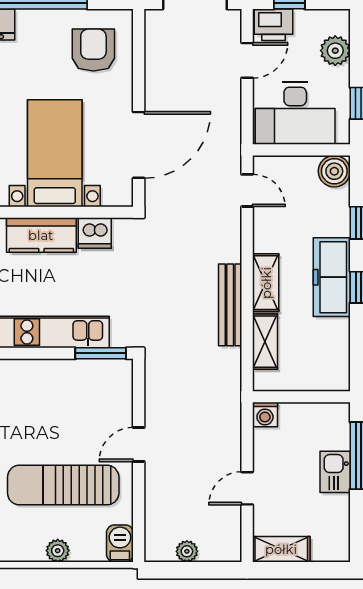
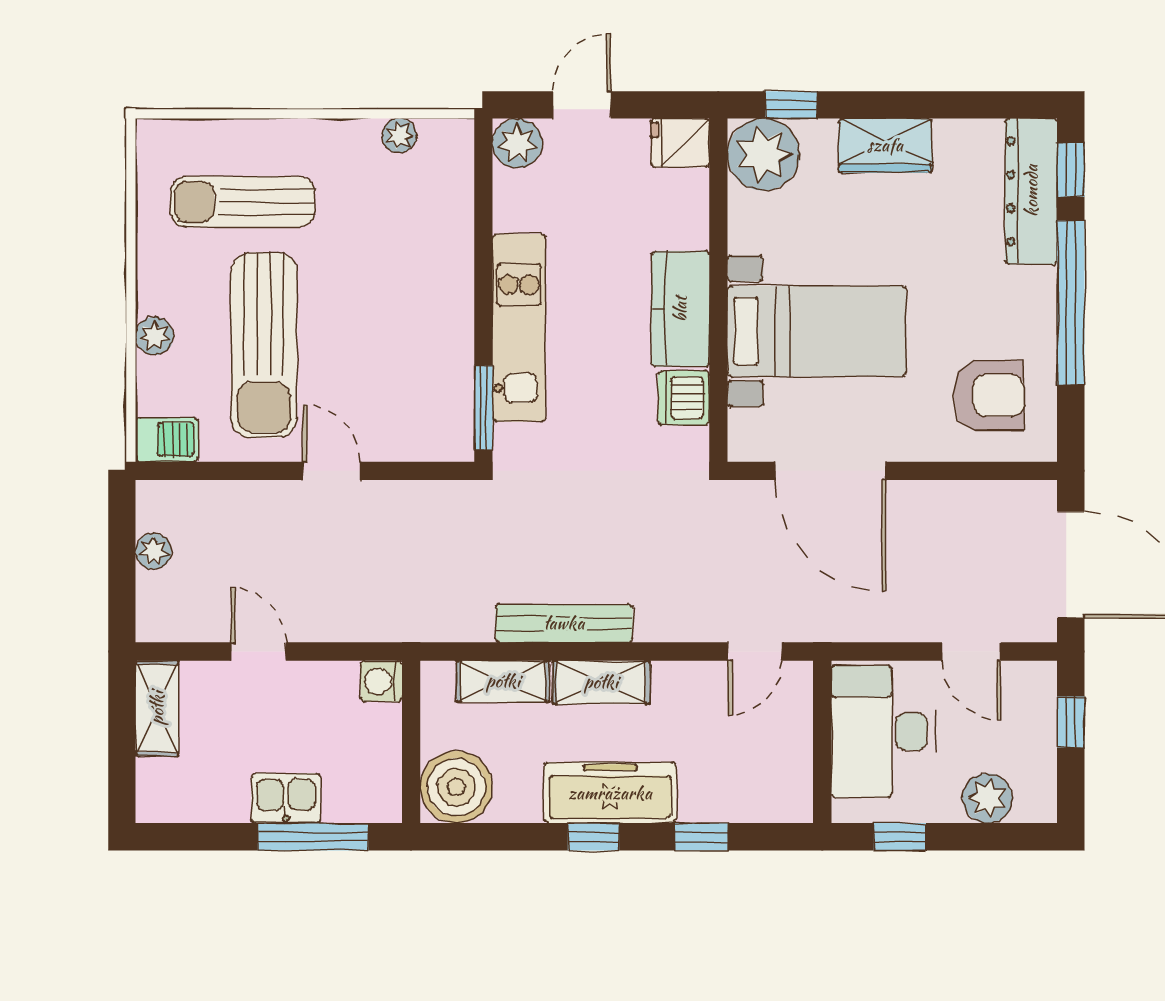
printer: (274, 25) -> (1031, 696), removed
boiler: (334, 171) -> (456, 787), moved, width x1.37, depth x1.37
sun lounger: (63, 485) -> (264, 345), turned 180

